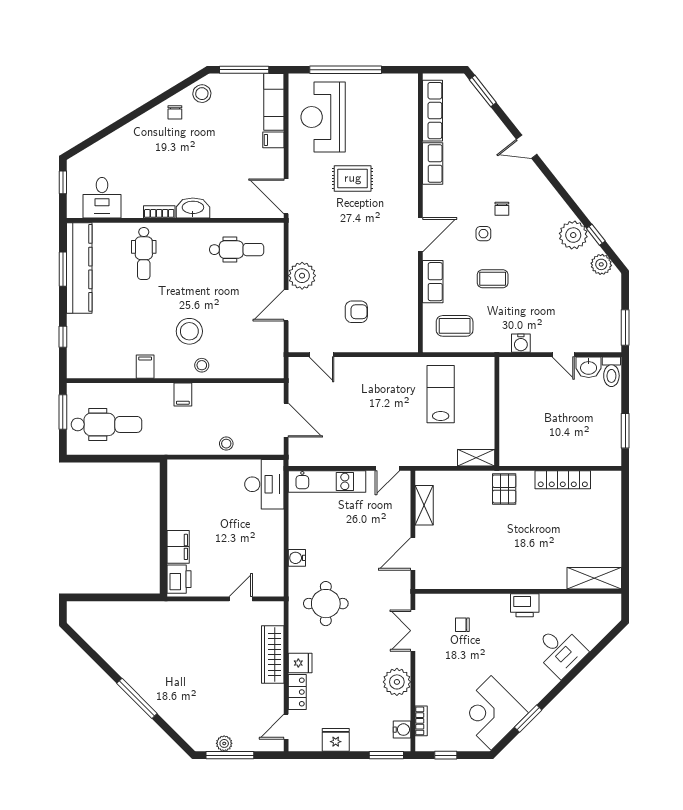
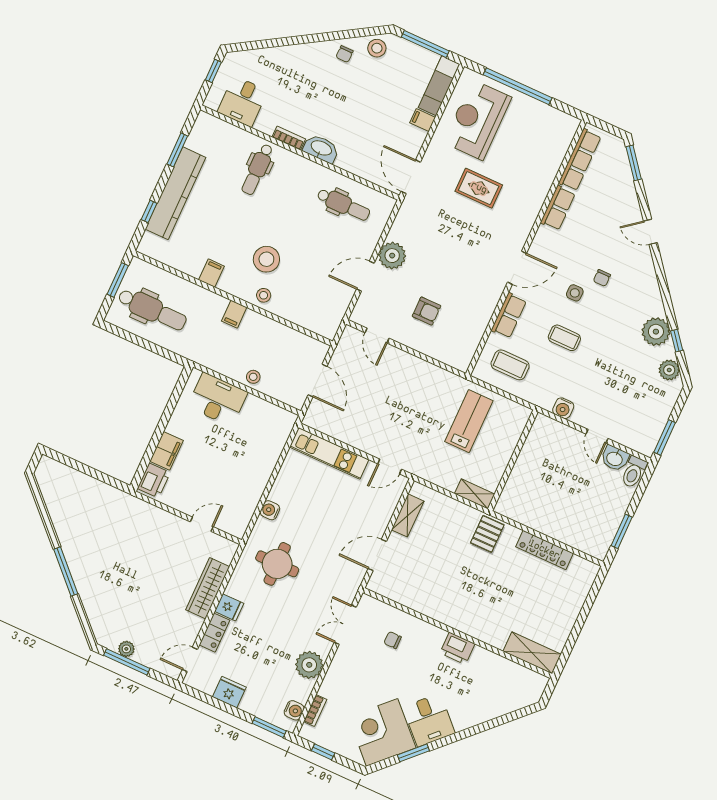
kitchen counter: (79, 268) -> (175, 193), moved
desk: (264, 484) -> (218, 399), moved, turned -90
desk: (560, 651) -> (429, 720), moved

